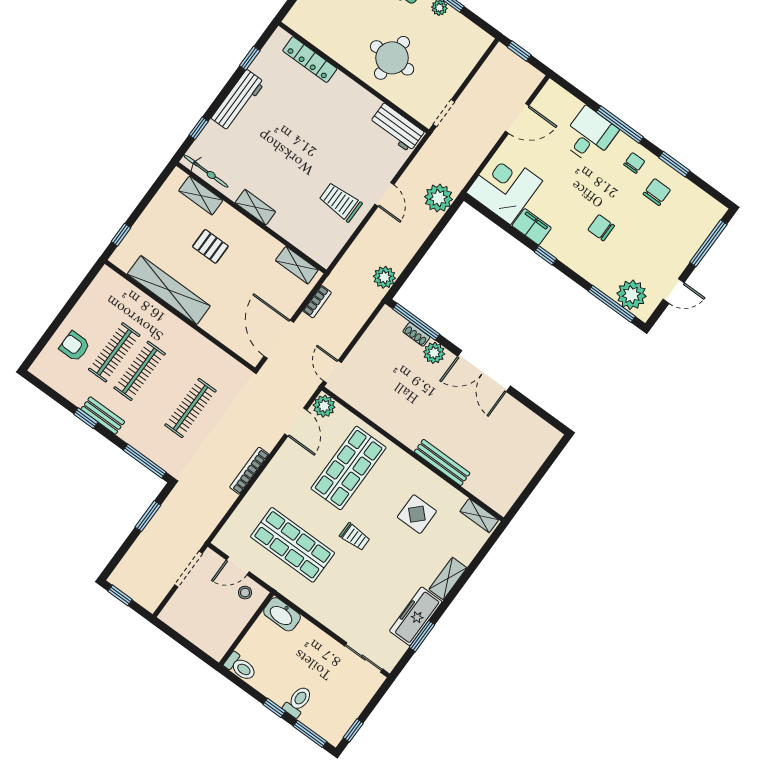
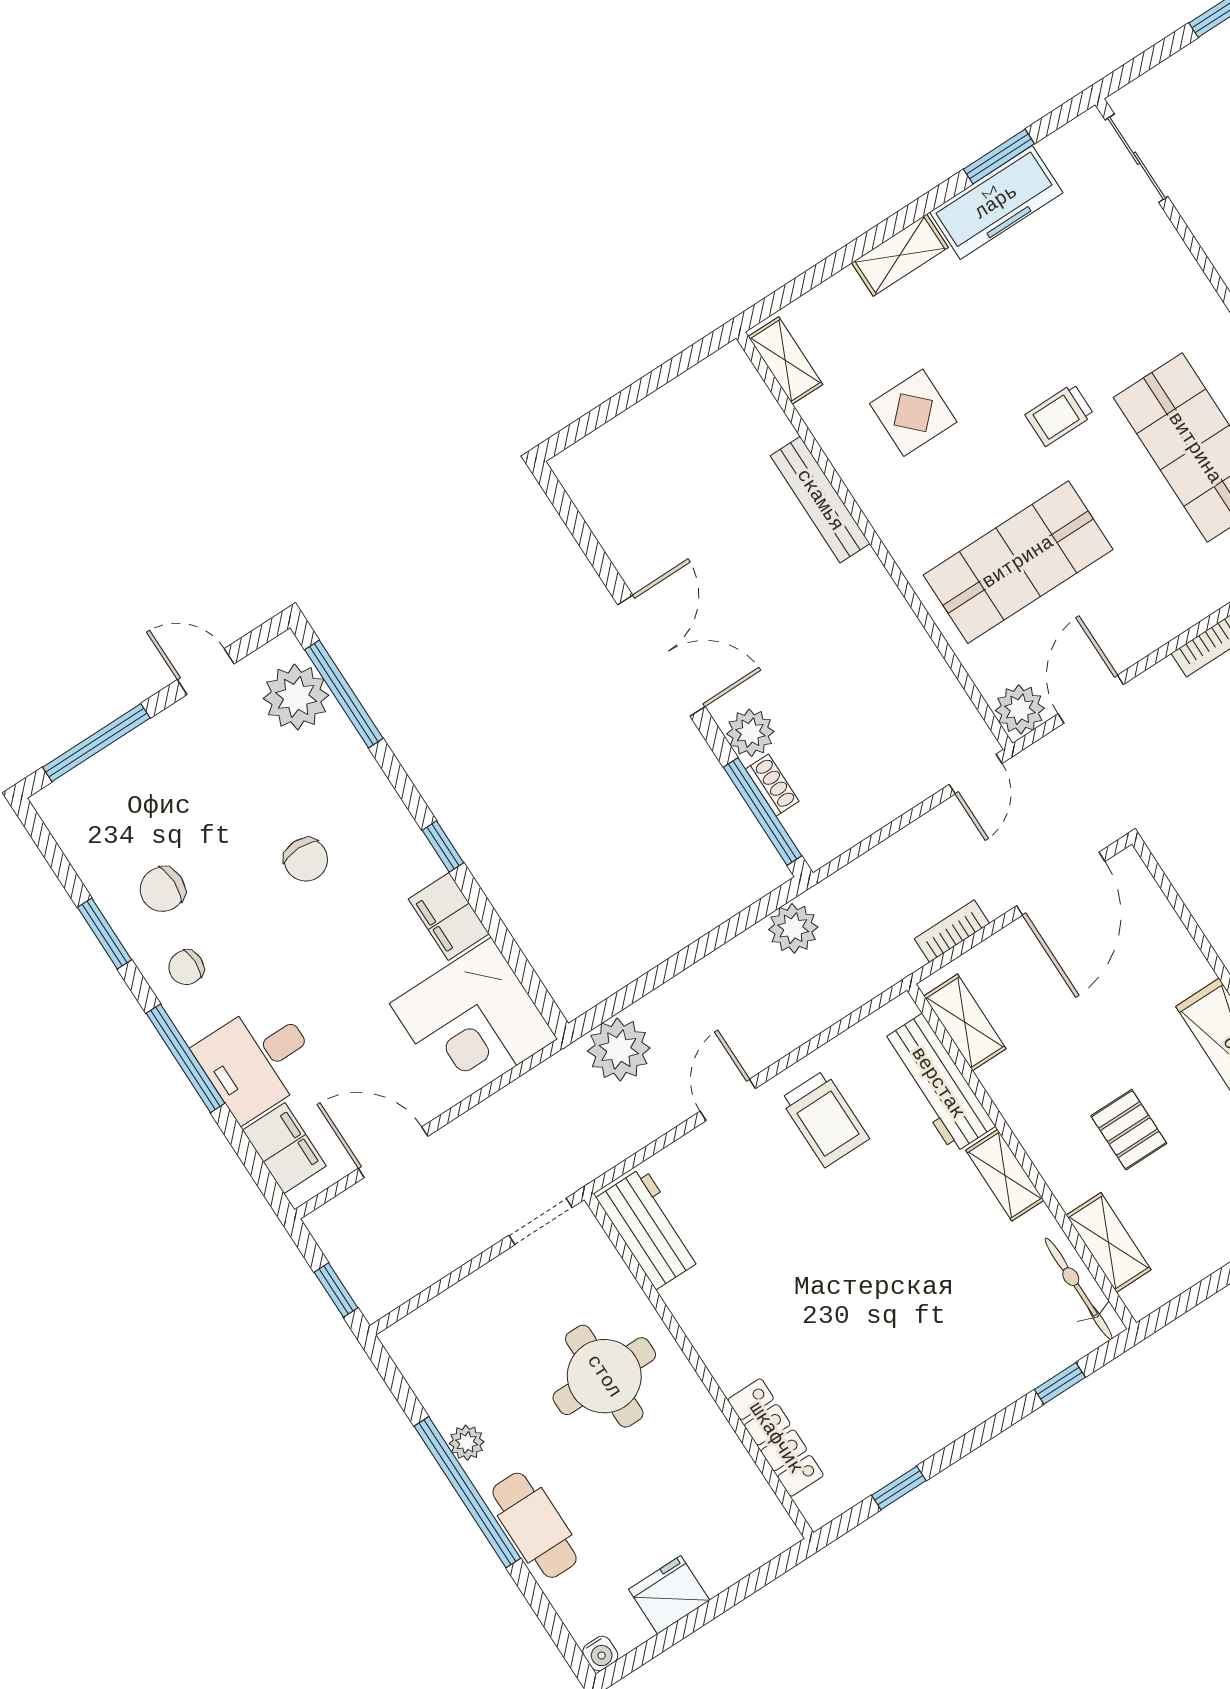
workbench: (238, 100) -> (938, 1083), moved, turned -90
filing cabinet: (564, 103) -> (284, 1148), added
trolley: (355, 537) -> (1060, 415), turned -90

